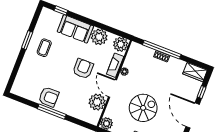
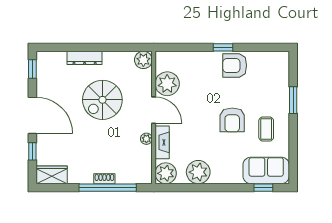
sofa: (75, 29) -> (266, 170), moved
window: (27, 40) -> (293, 100), moved
armchair: (83, 69) -> (232, 120), moved
window: (52, 112) -> (223, 47), width x0.46

